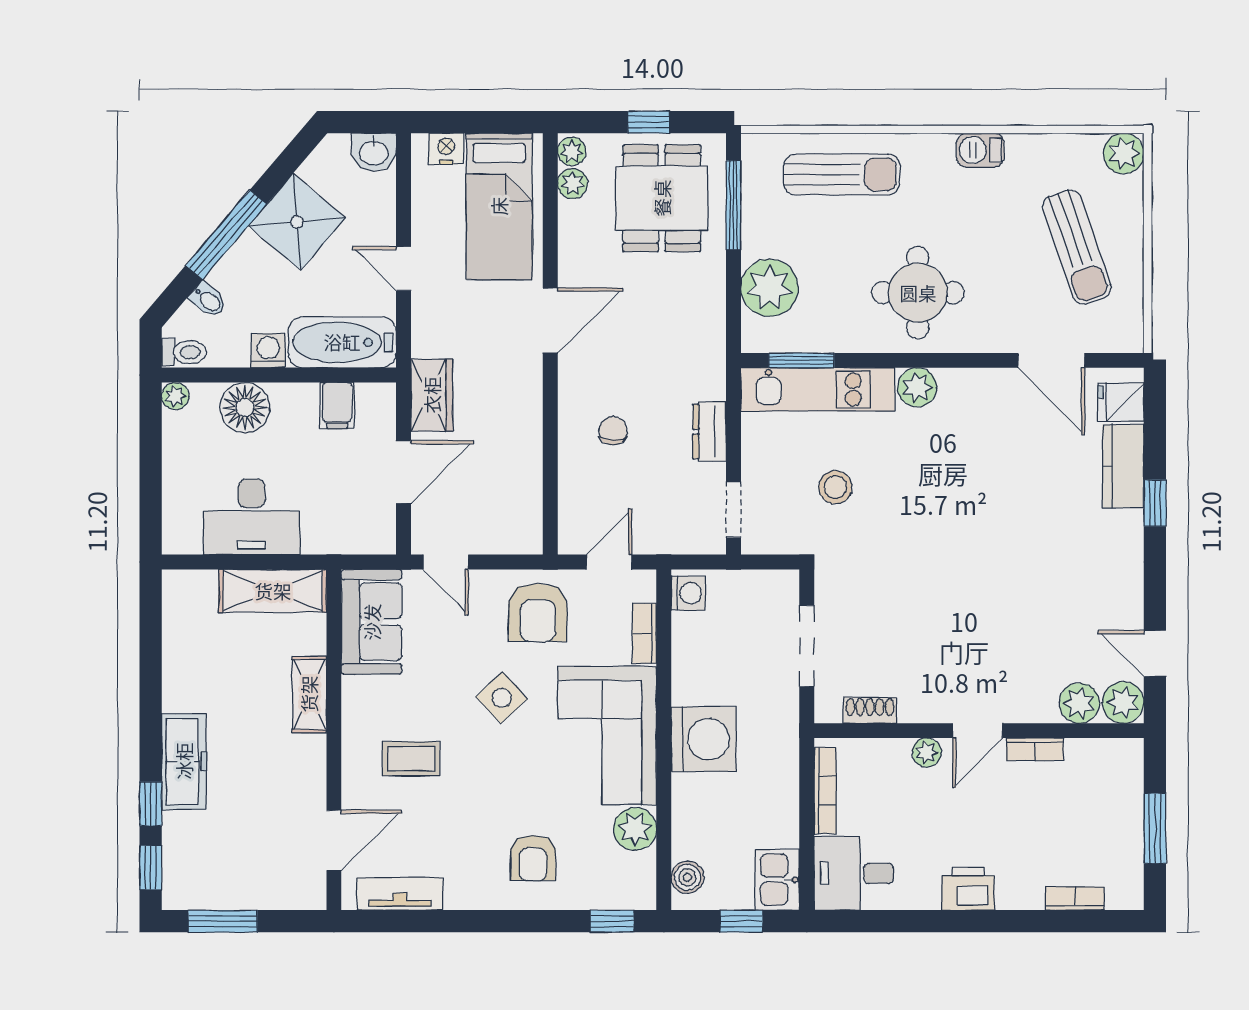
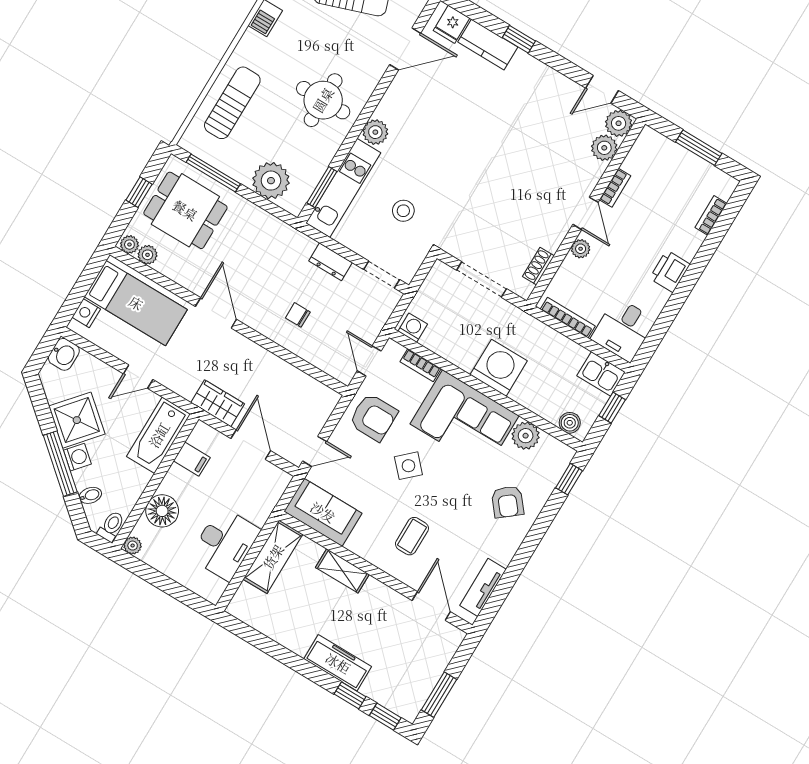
washing machine: (268, 351) -> (77, 457), moved, turned 130
armchair: (533, 858) -> (508, 502), turned 51

